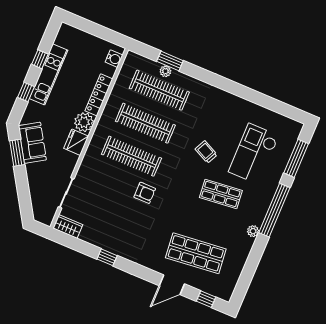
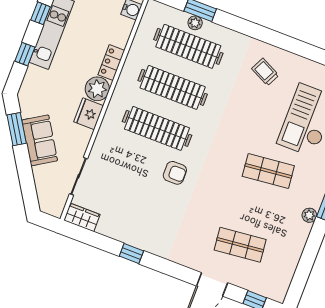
locker: (99, 95) -> (111, 63), width x0.66
sofa: (32, 143) -> (40, 140), moved
trolley: (206, 152) -> (265, 72), moved
shop shelf: (196, 253) -> (240, 245), width x0.70, depth x0.74

